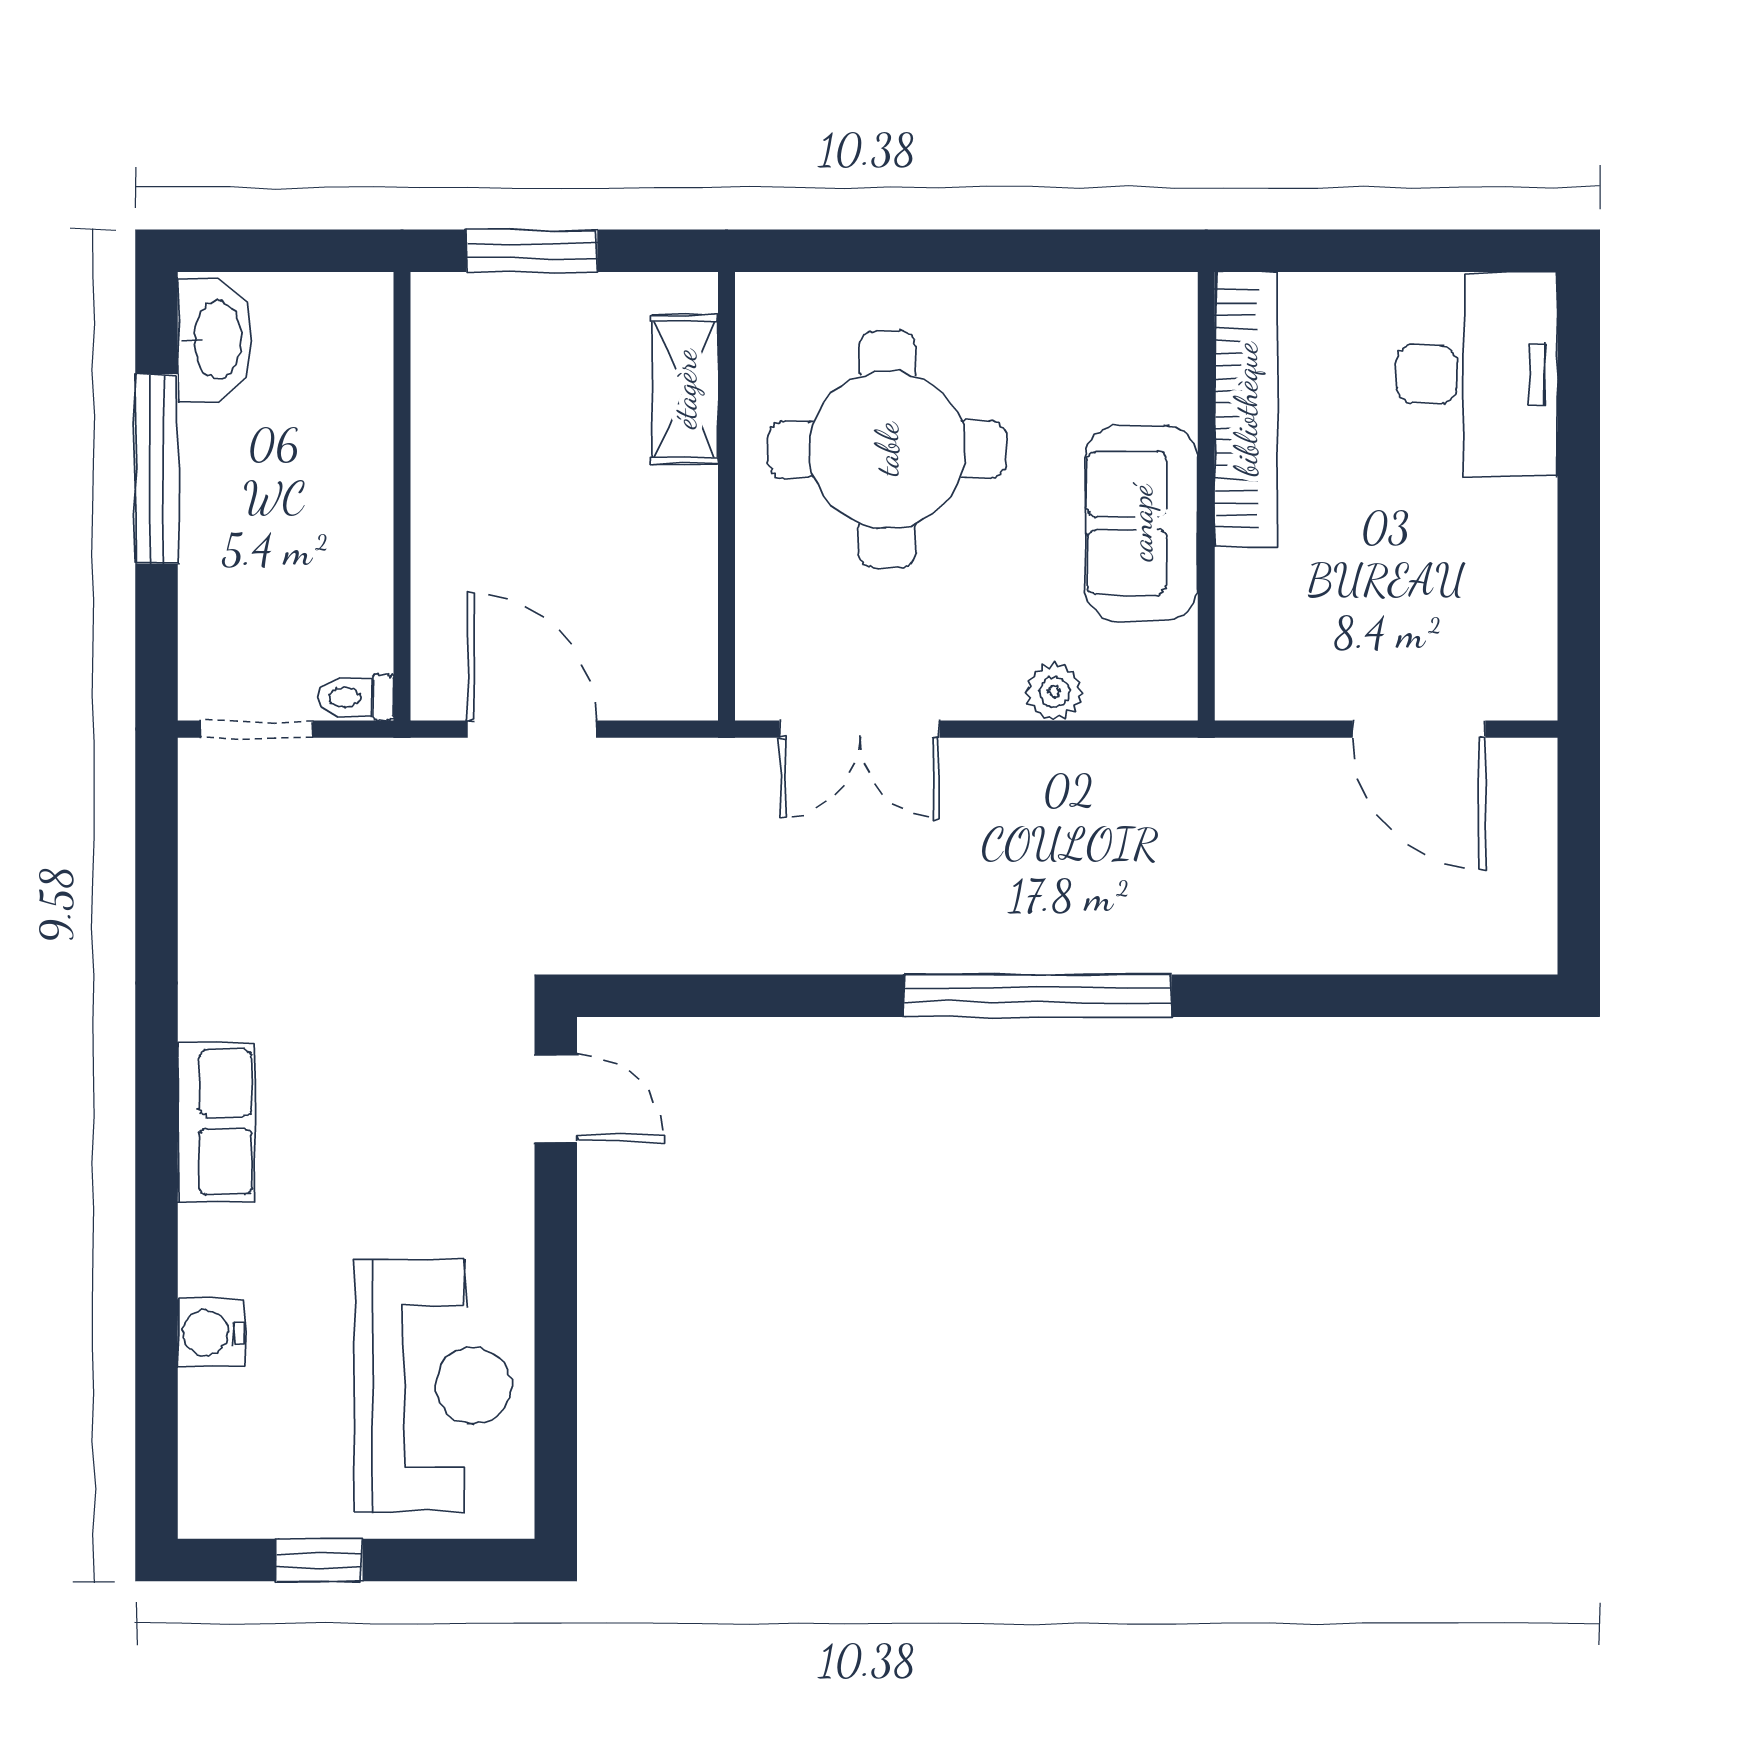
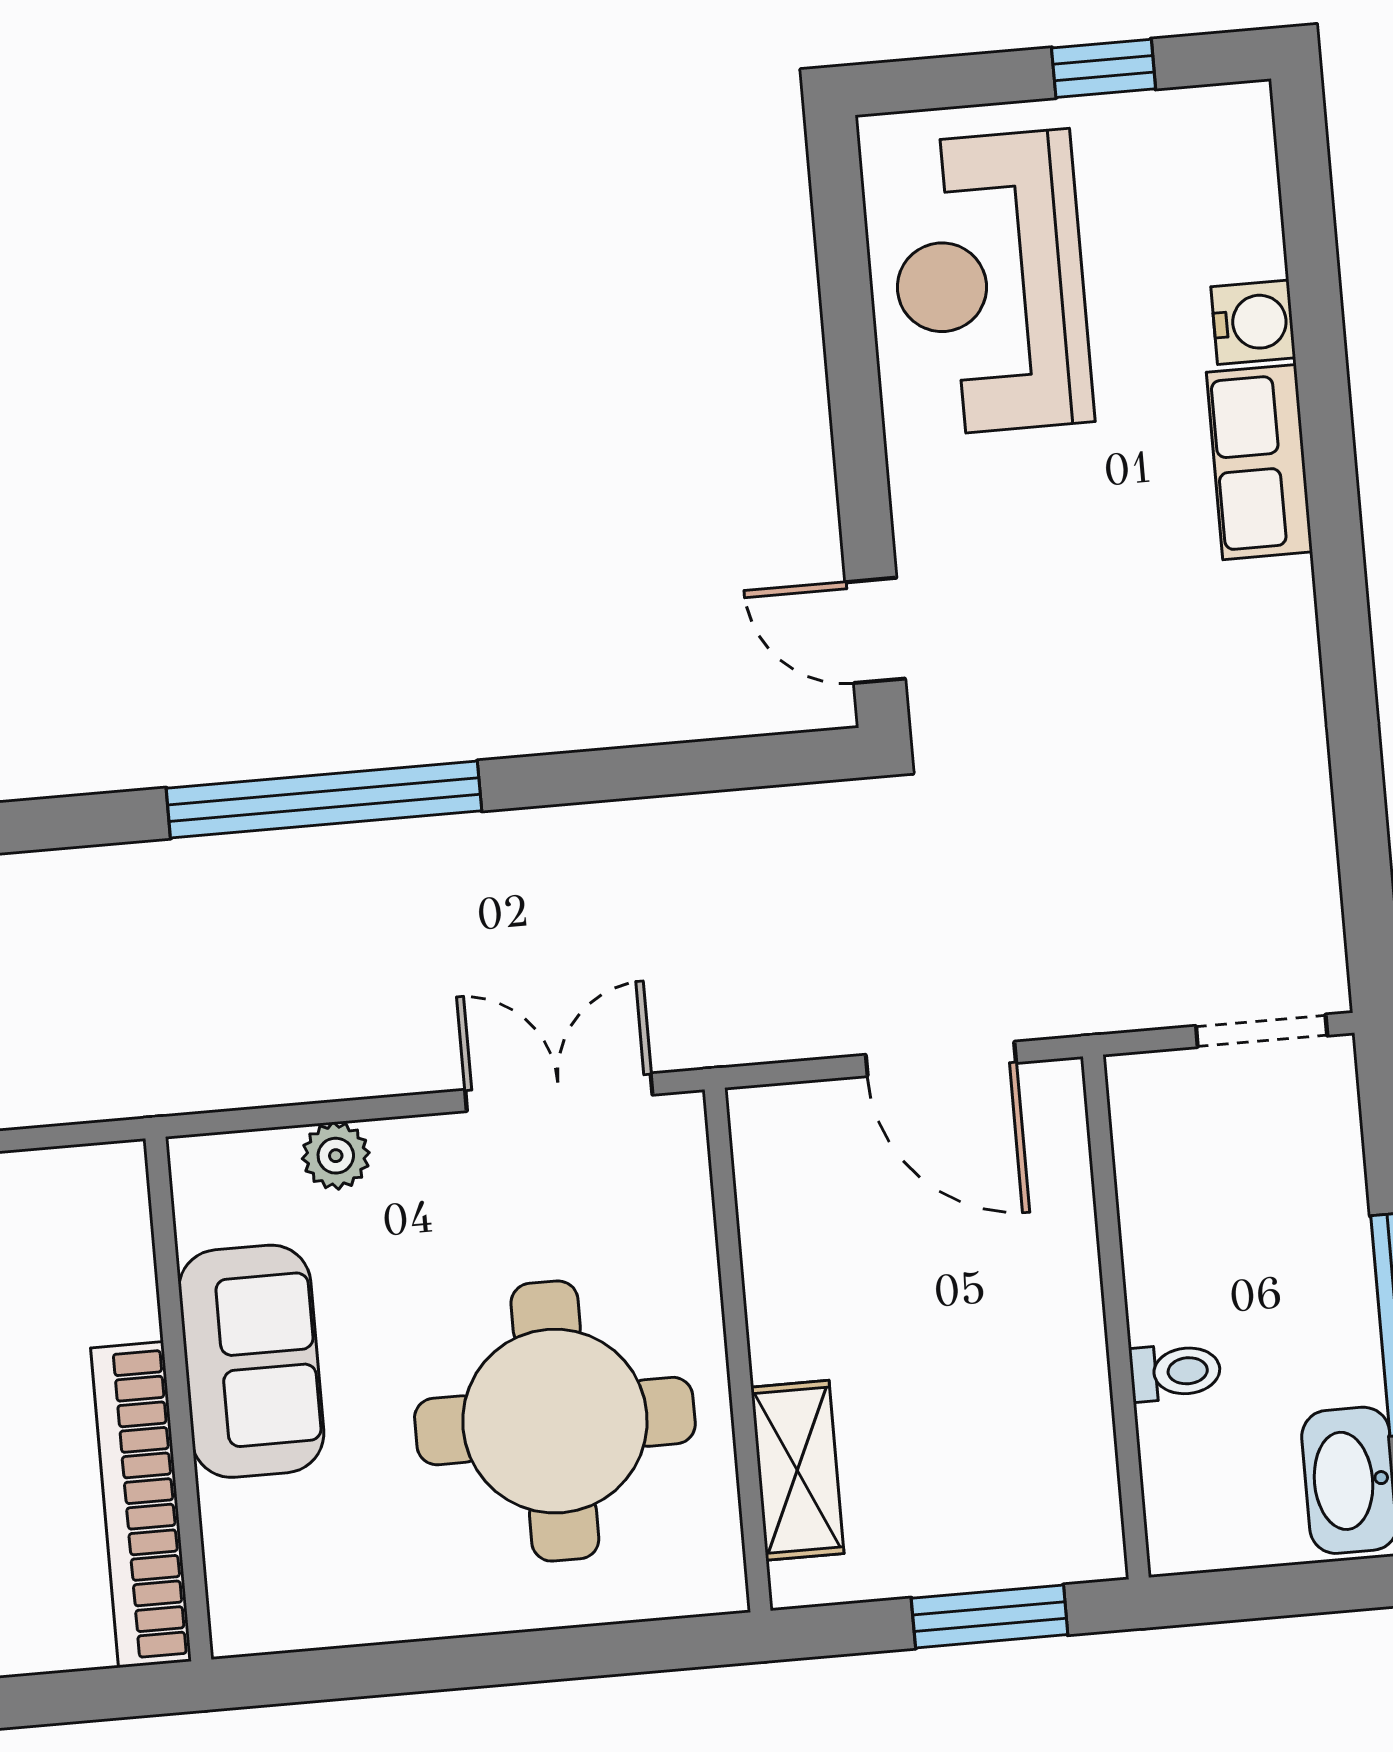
toilet: (356, 697) -> (1175, 1372), moved
row of seats: (216, 1122) -> (1259, 462), moved

